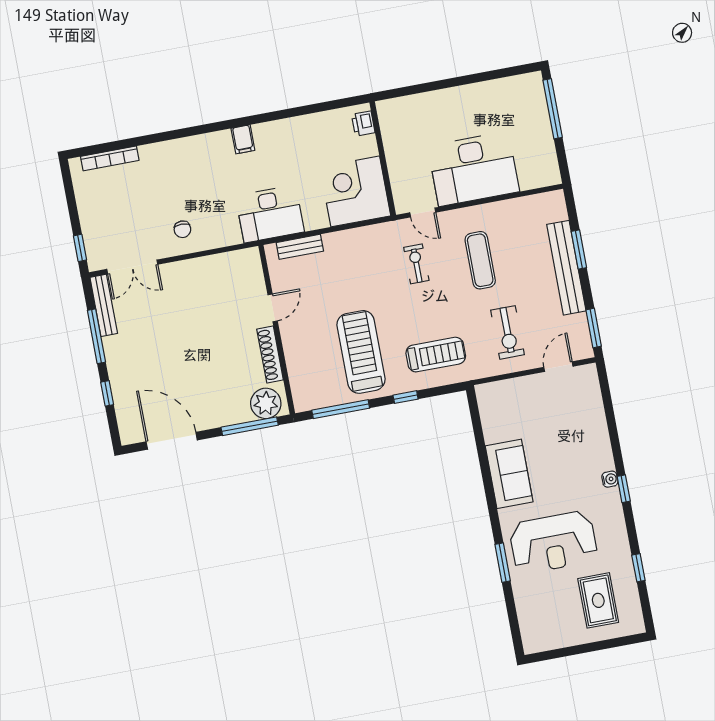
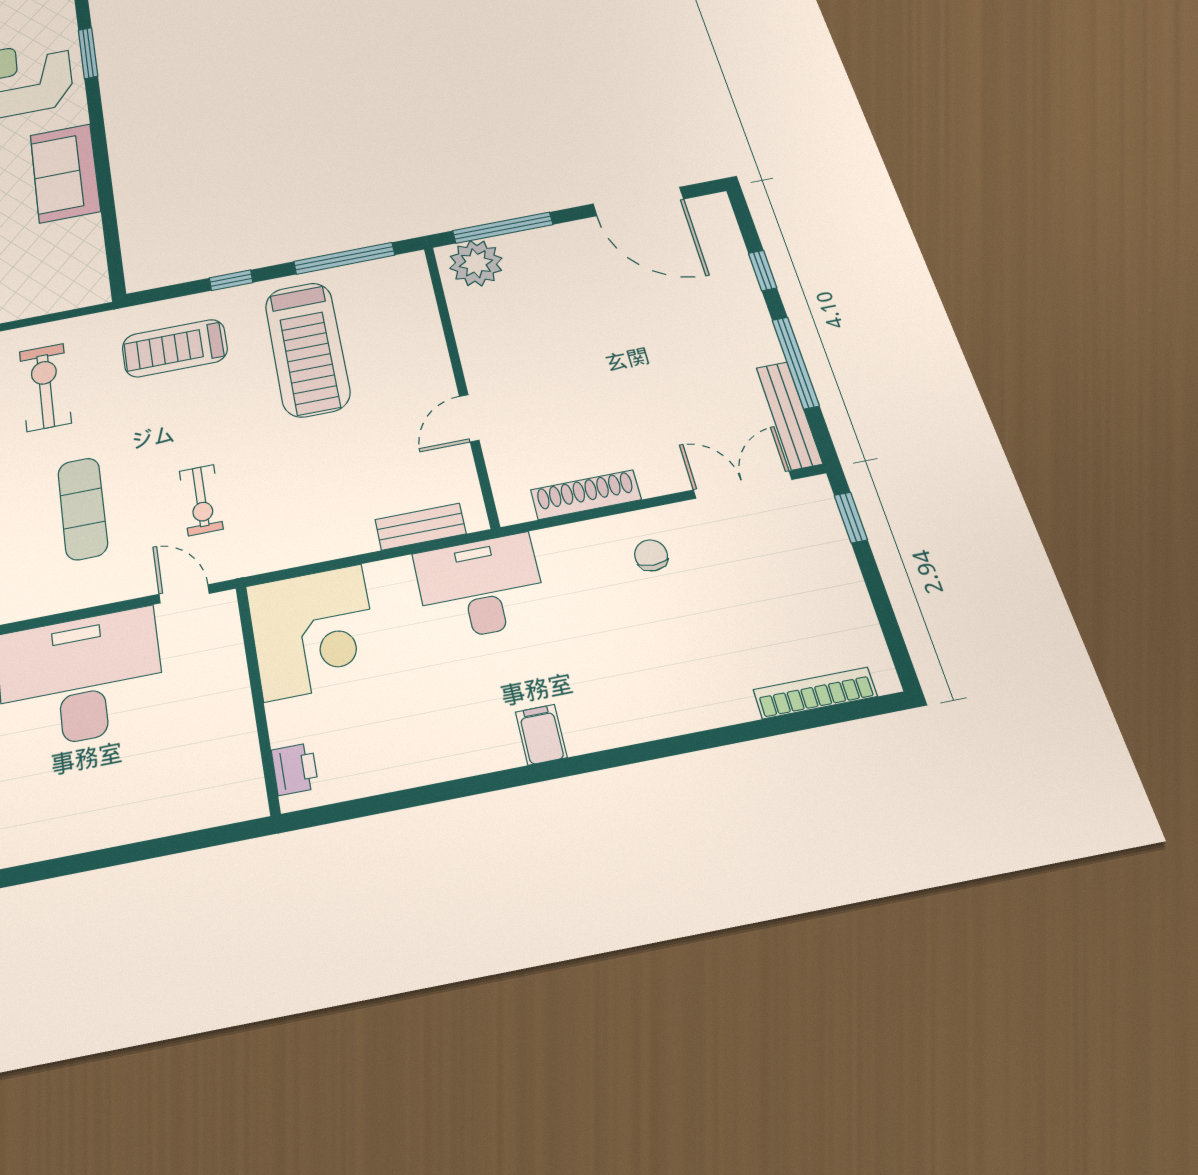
shoe rack: (270, 354) -> (586, 495), moved, turned -90

